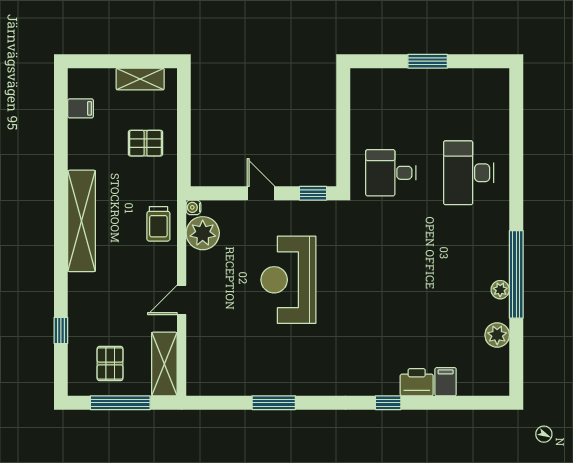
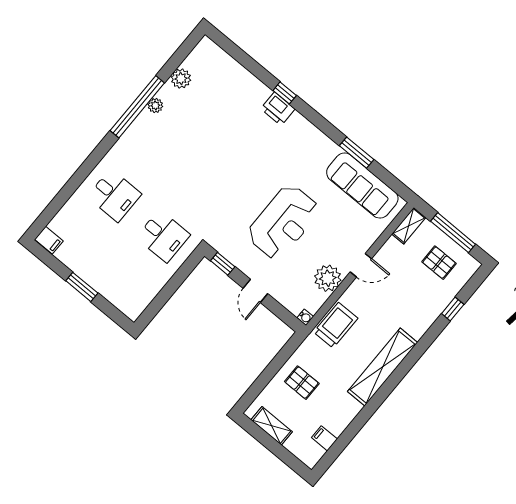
desk: (469, 173) -> (114, 195), width x0.73
trolley: (158, 224) -> (336, 325), width x1.36, depth x1.39
plant: (203, 233) -> (328, 278), moved
pallet: (110, 364) -> (439, 263), turned 90
shelving: (164, 364) -> (409, 226), width x0.67, depth x0.75
sofa: (243, 376) -> (362, 186), added
printer: (417, 382) -> (278, 109), moved
filing cabinet: (446, 382) -> (49, 240), moved, turned -90

